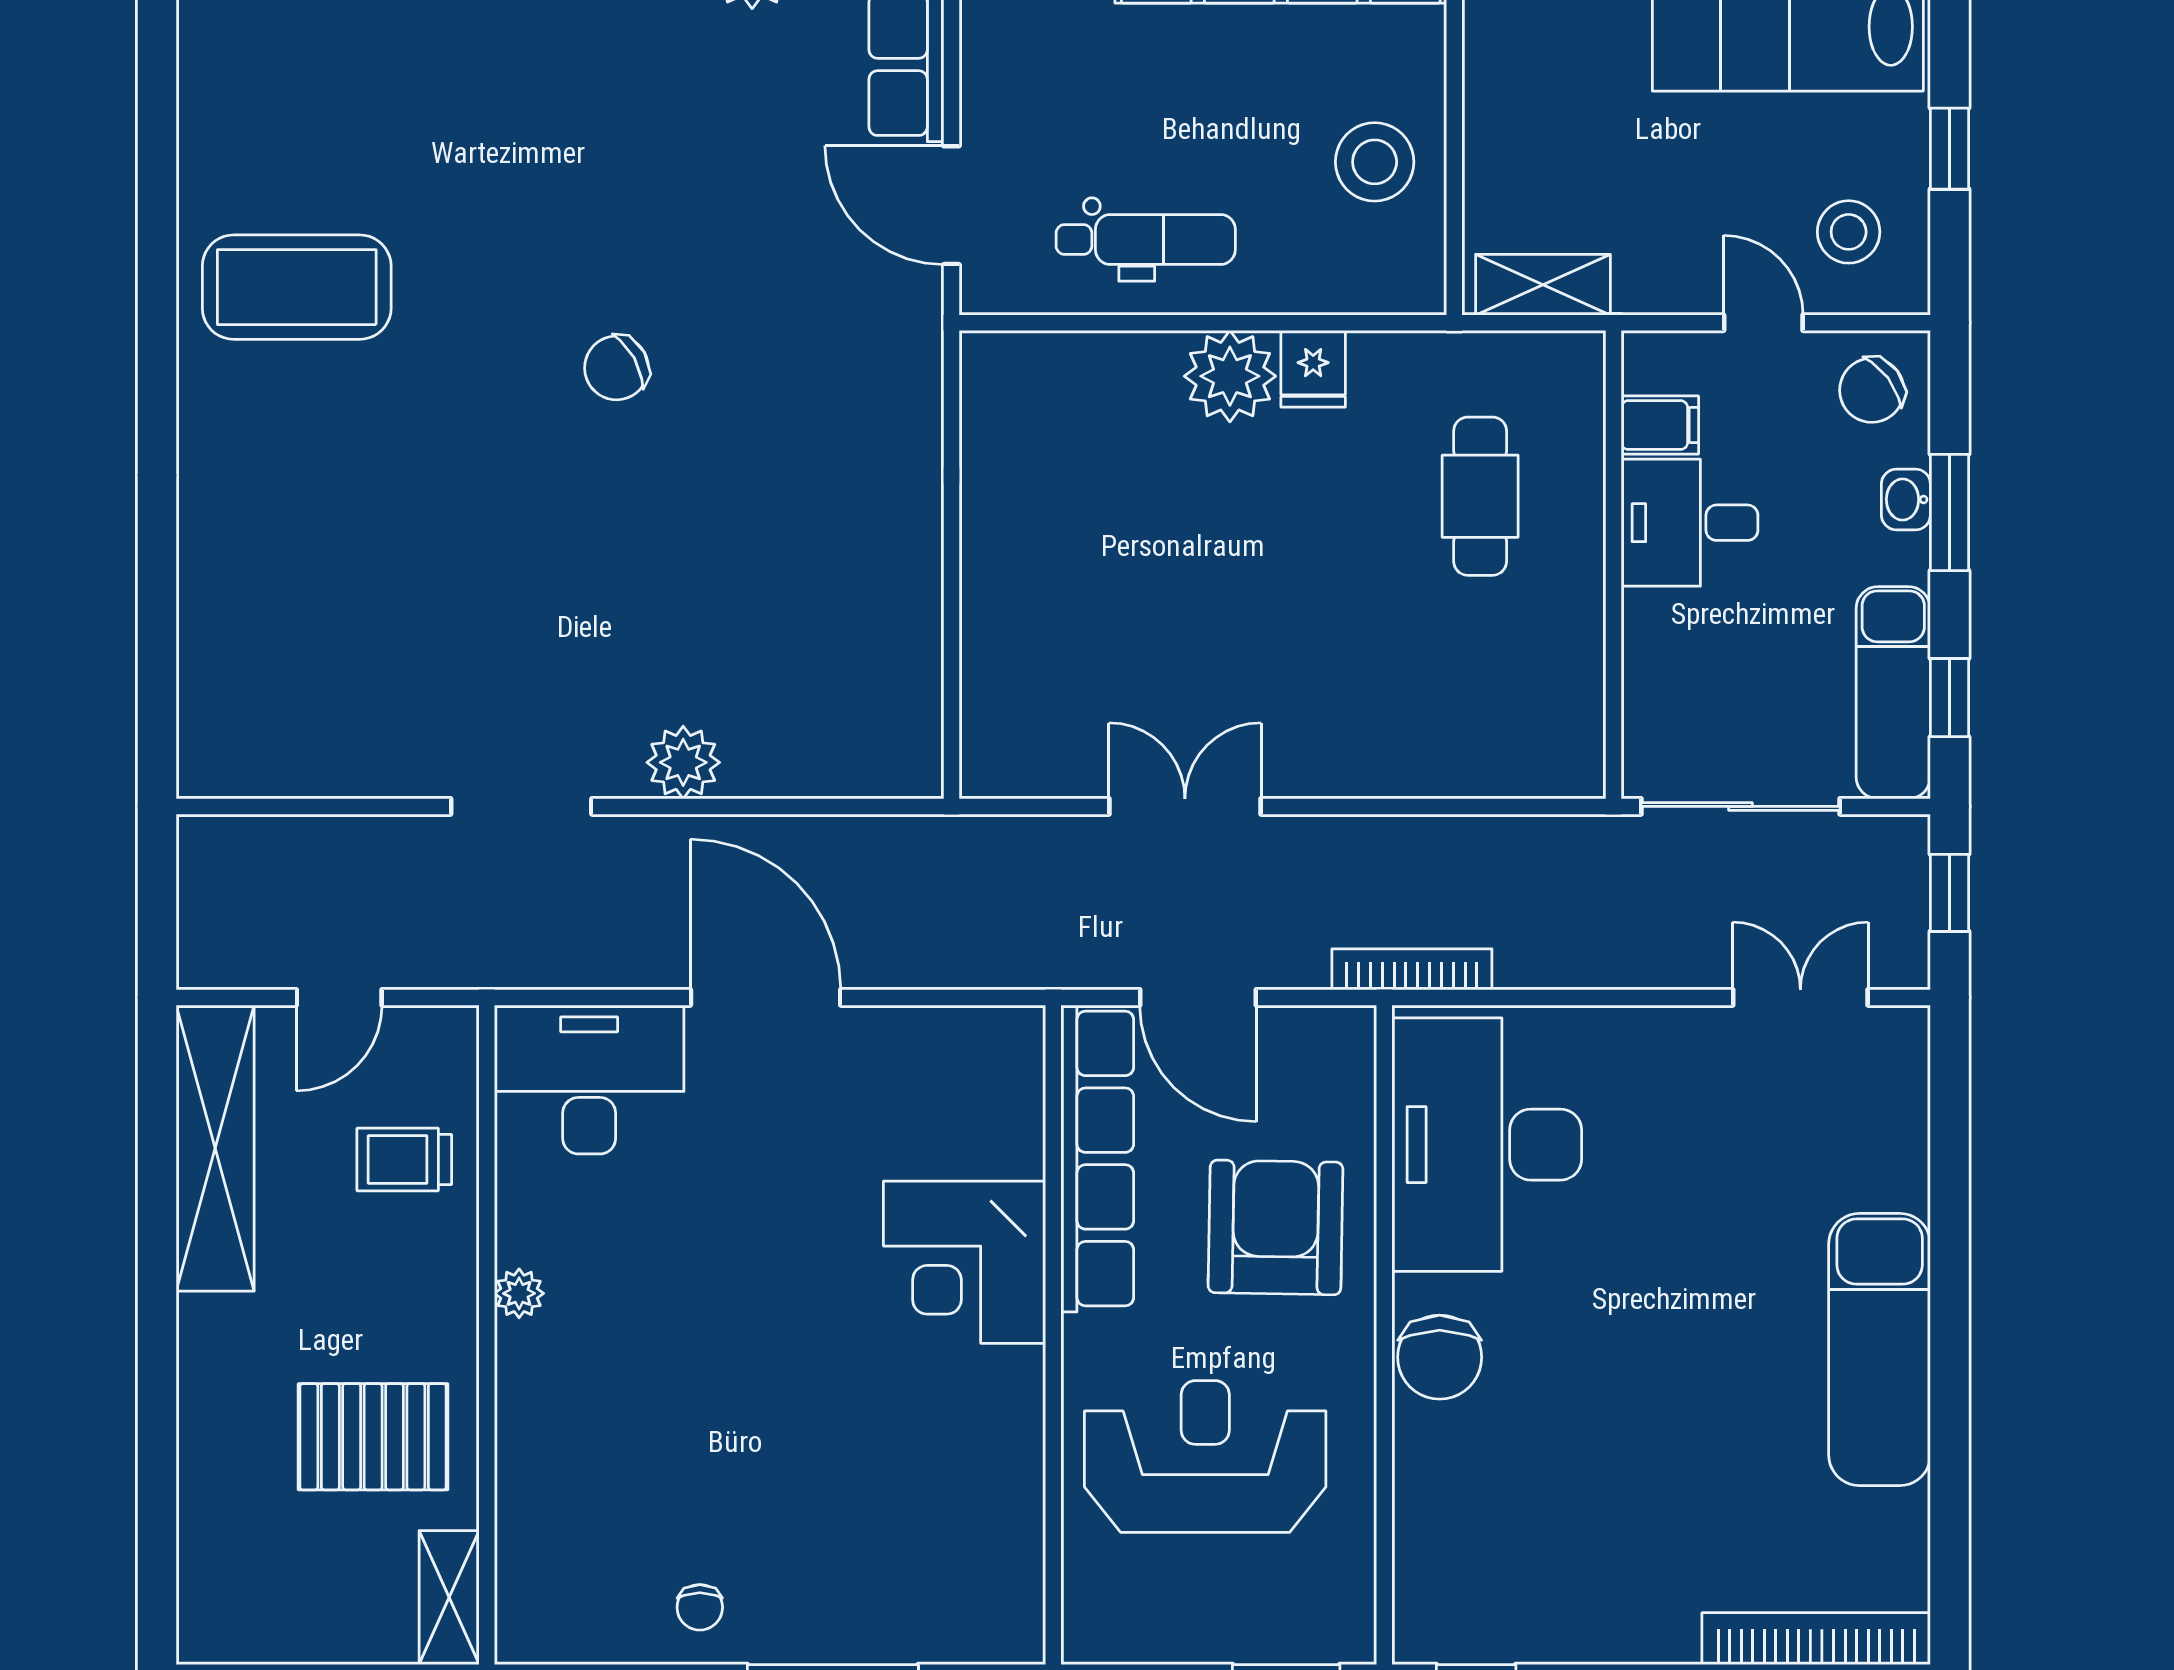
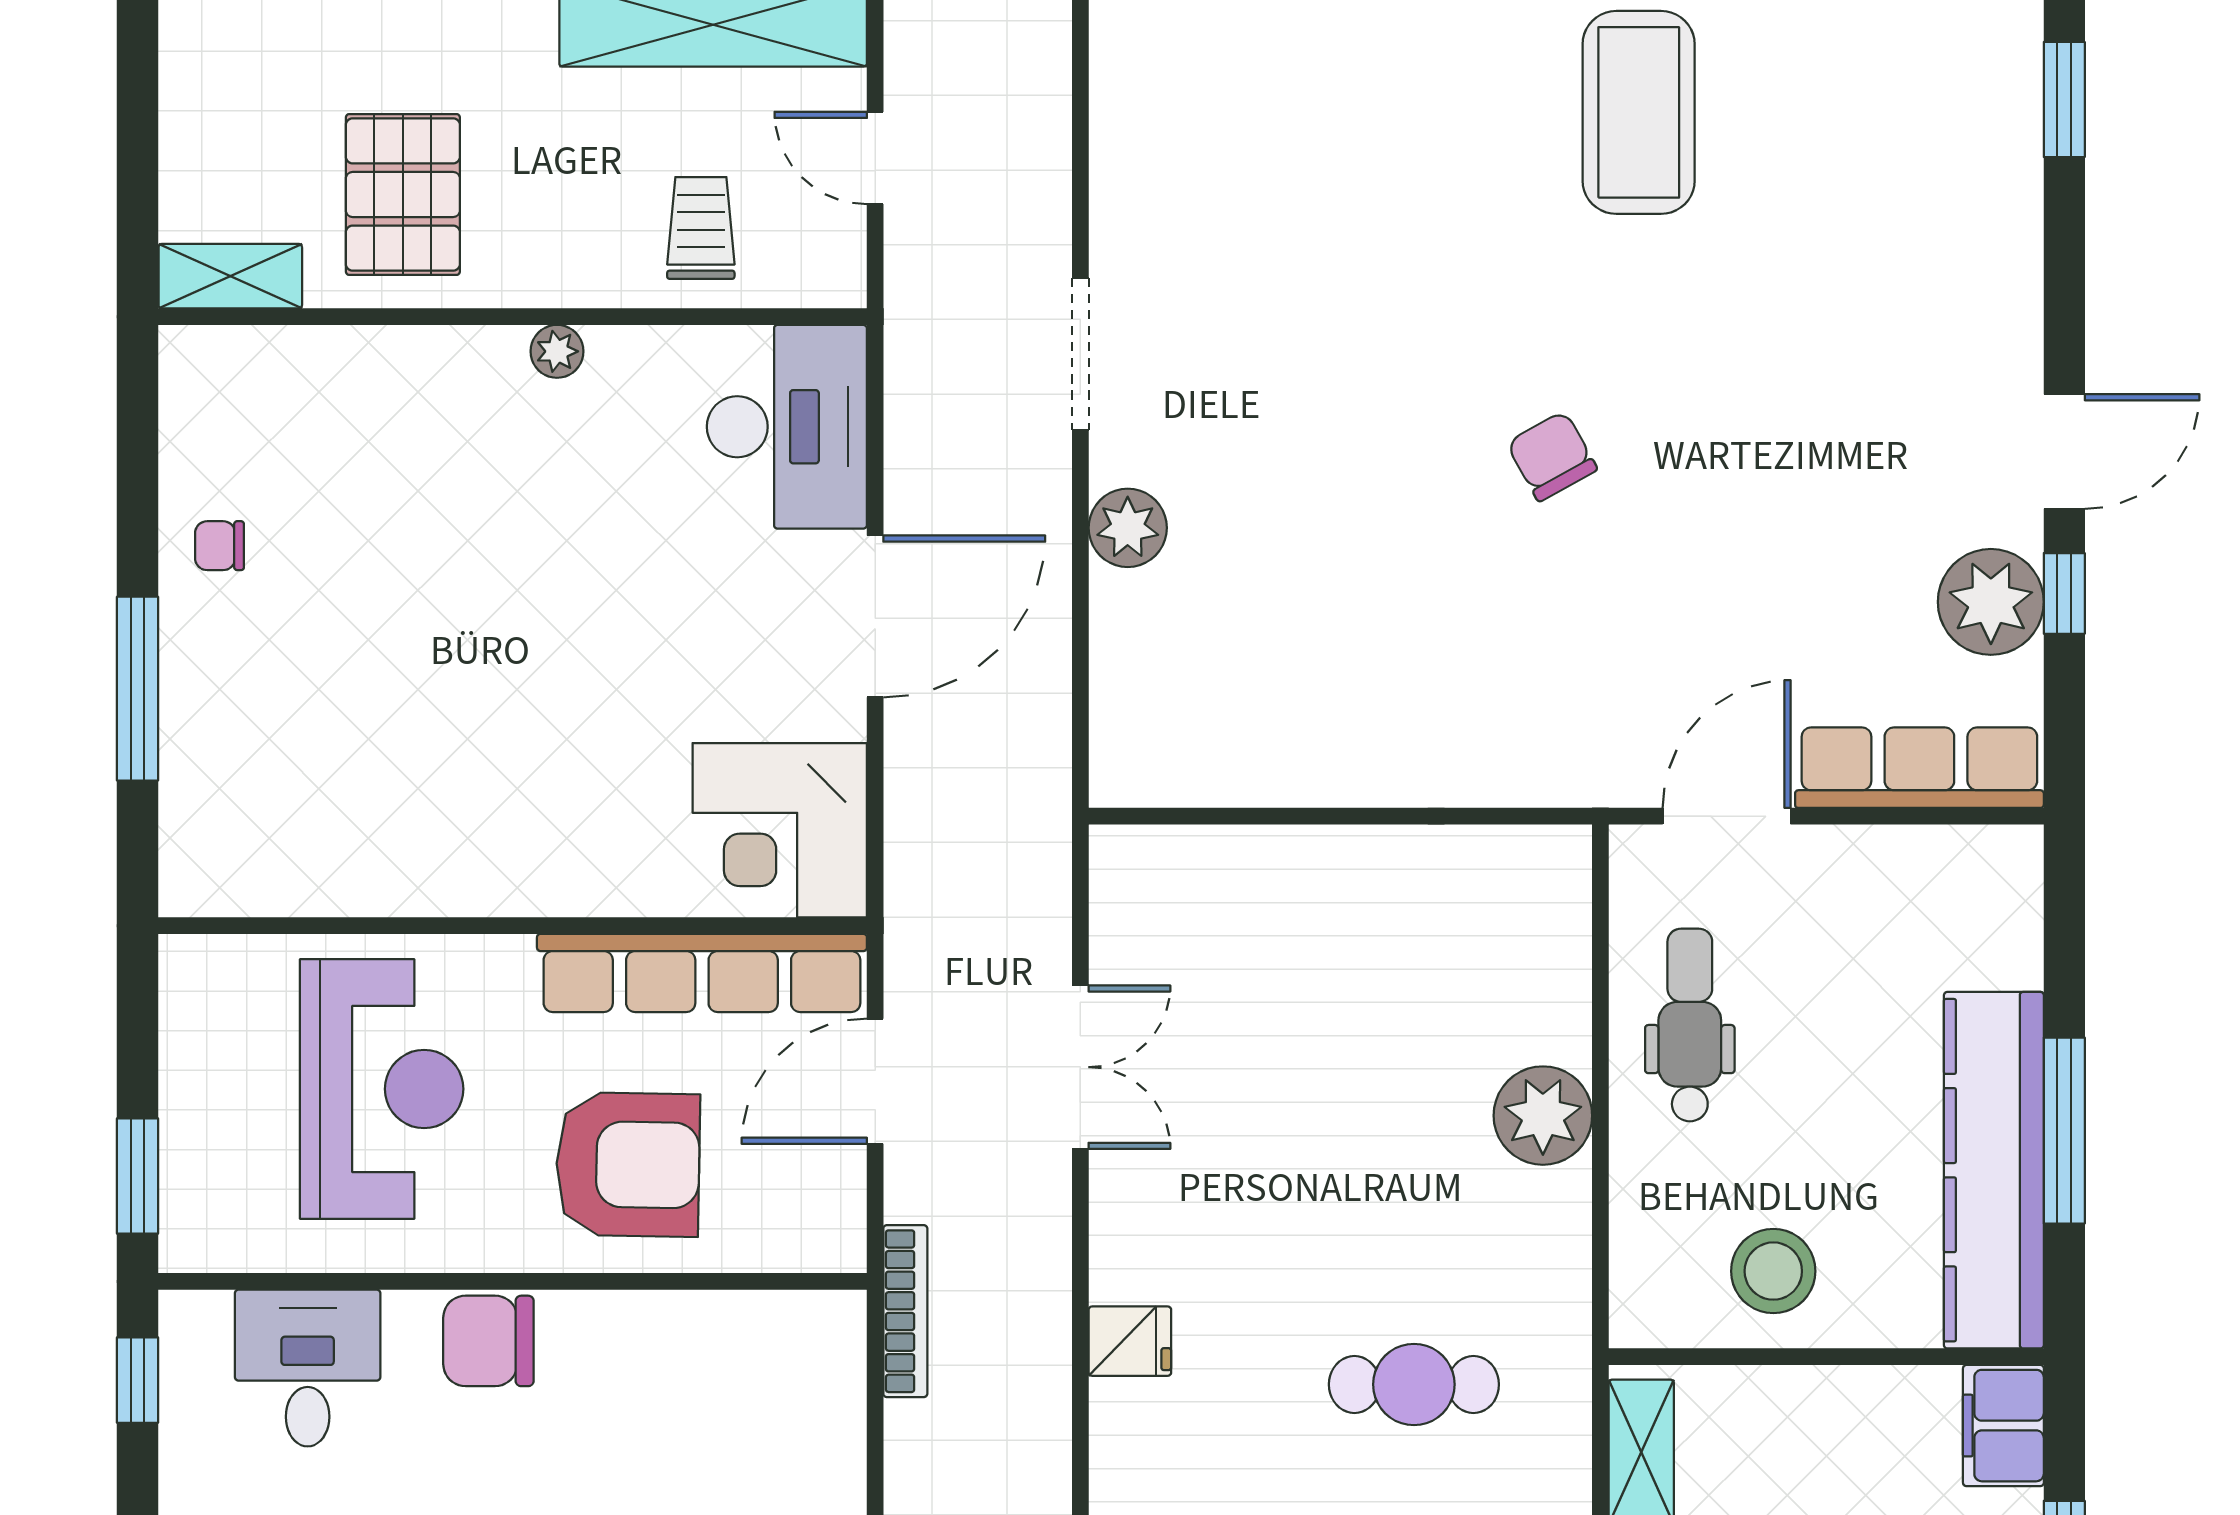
dental chair: (1146, 239) -> (1690, 1025), turned 180
fridge: (1313, 369) -> (1130, 1341), moved, turned 180
desk: (1487, 1145) -> (308, 1368), moved, width x0.53, depth x0.77
corner desk: (965, 1262) -> (780, 830), moved, turned -90

